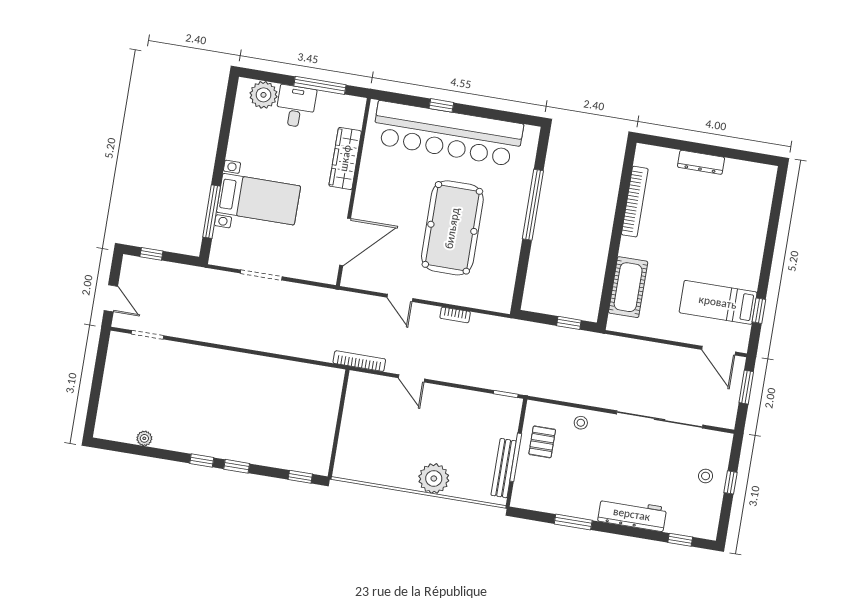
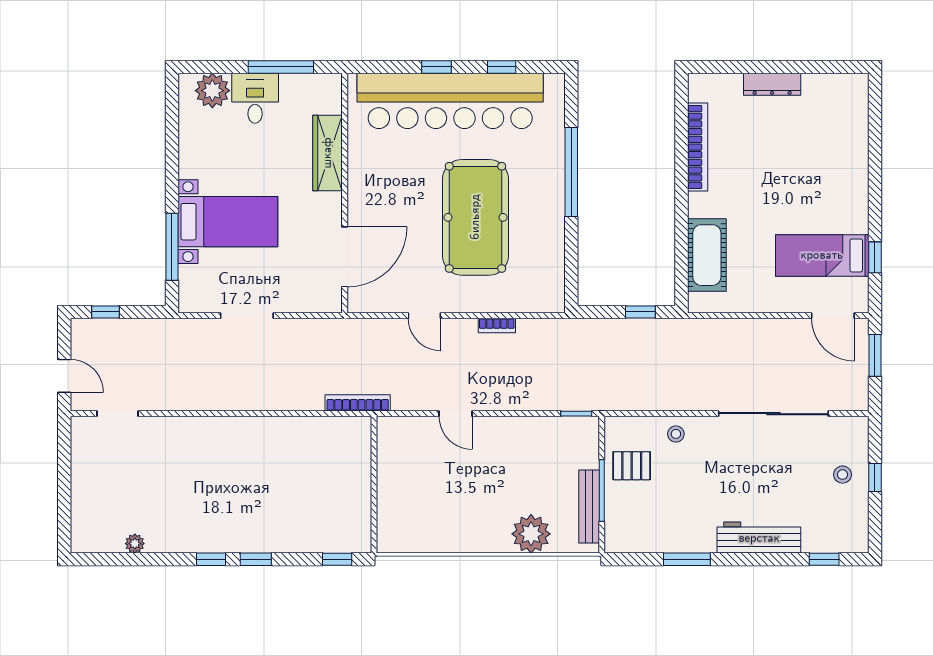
window: (492, 114) -> (502, 67), added
bookcase: (359, 361) -> (358, 403), moved
pallet: (542, 442) -> (632, 466), turned 90
plant: (434, 478) -> (531, 534), moved

